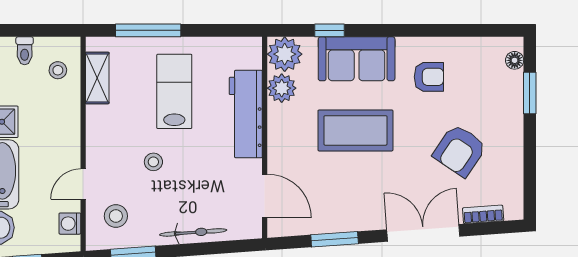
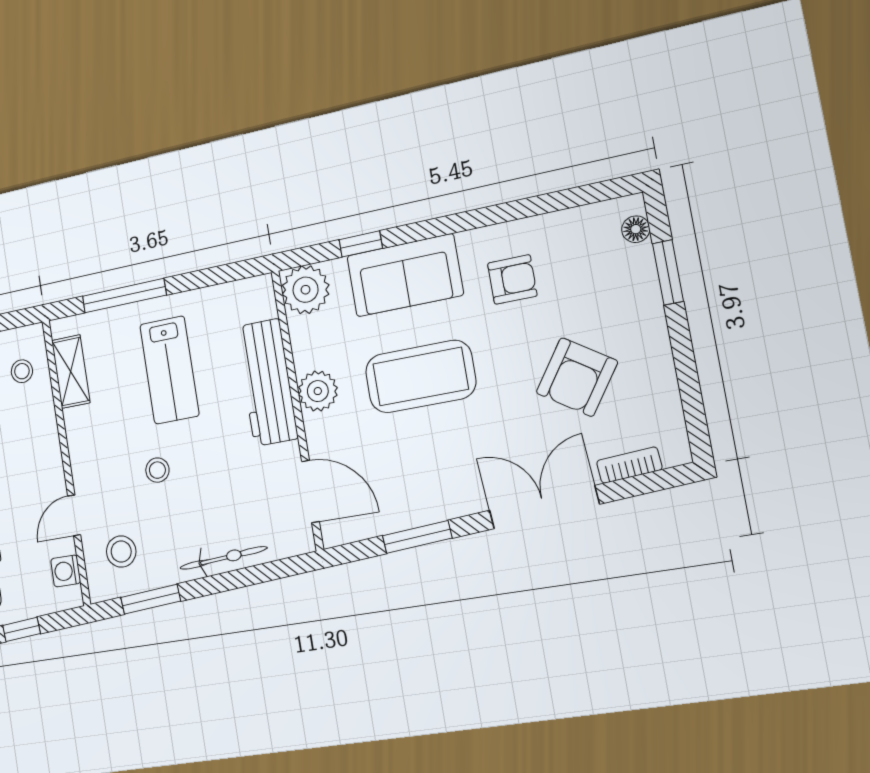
plant: (282, 88) -> (318, 391), moved
lab bench: (174, 91) -> (169, 370), turned 180

